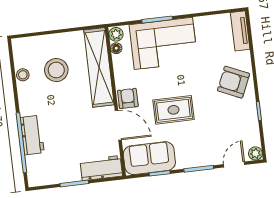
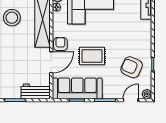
armchair: (234, 82) -> (132, 67), moved
door: (118, 125) -> (51, 62), hinge flipped
sofa: (149, 158) -> (77, 88), width x1.36

